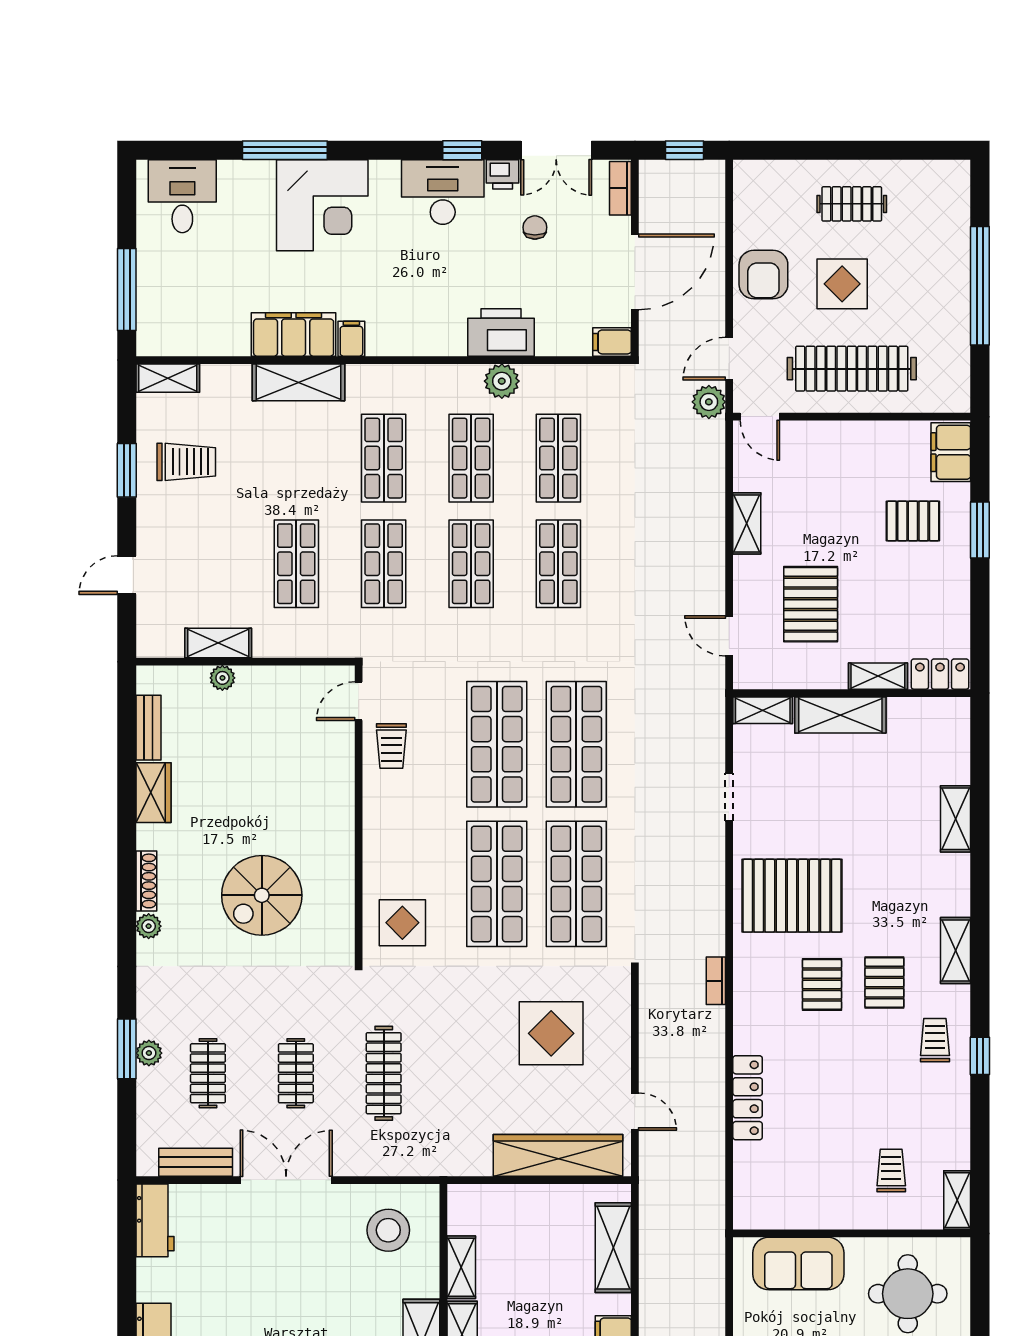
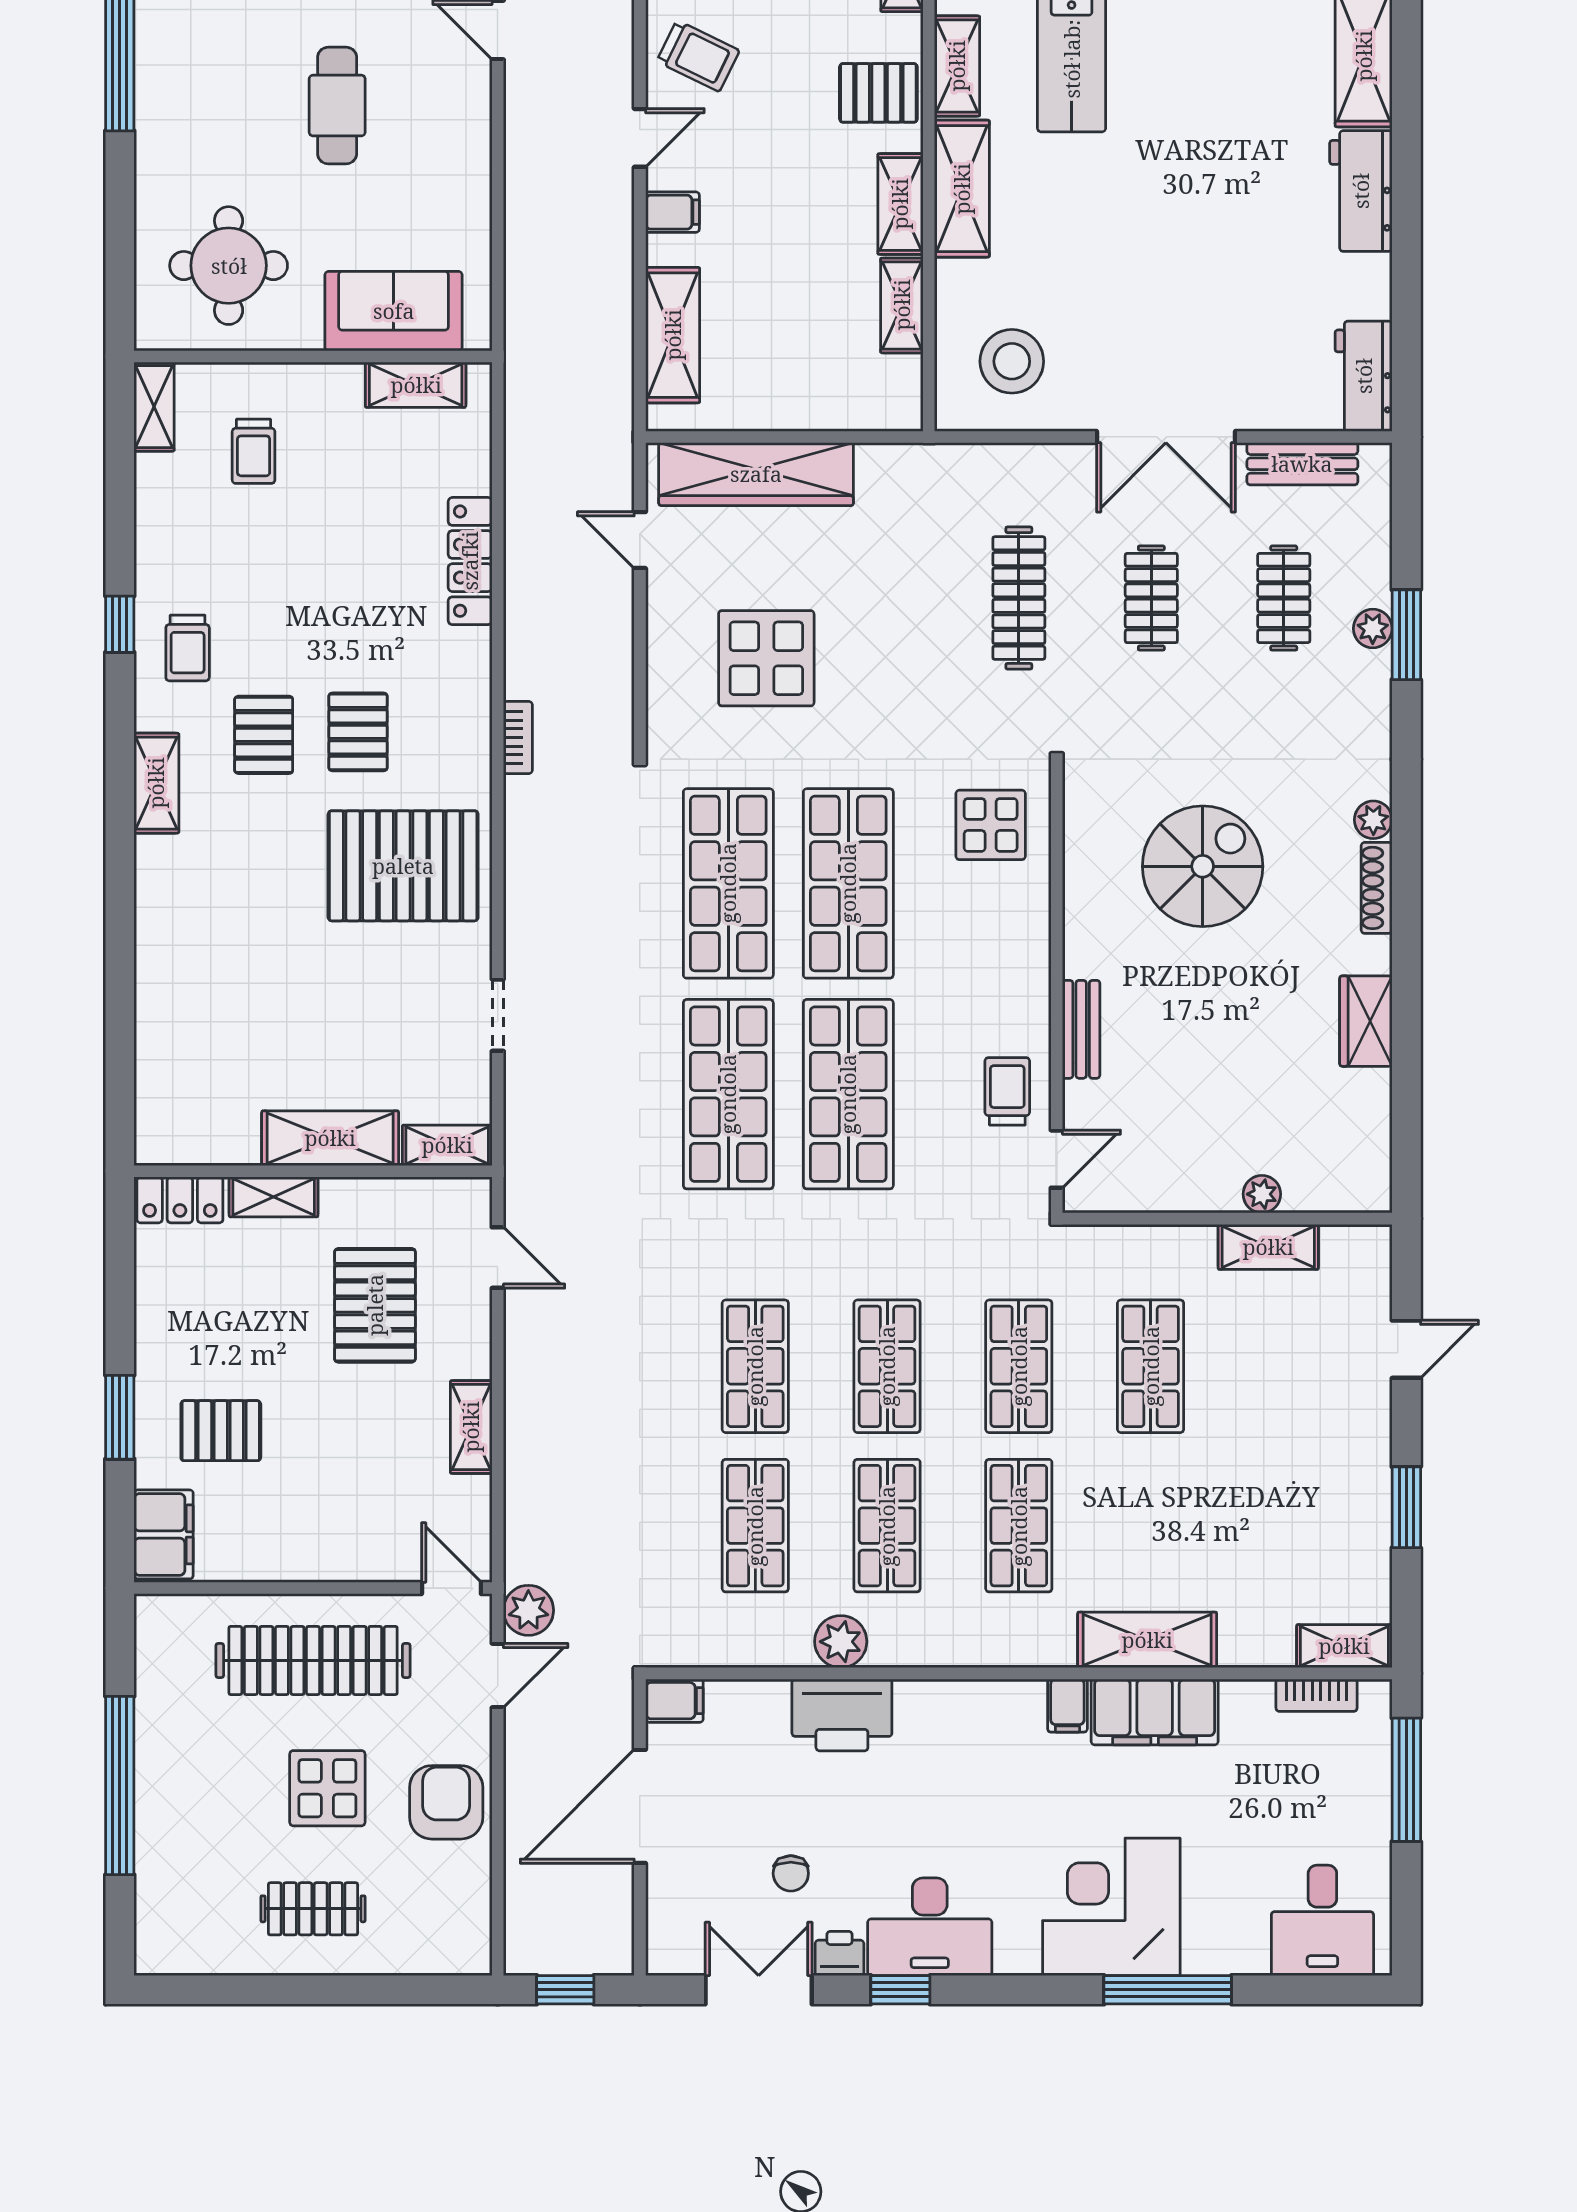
bookcase: (620, 188) -> (1317, 1695), moved, turned 90
trolley: (186, 462) -> (1316, 1520), removed
bench: (149, 728) -> (1081, 1029), moved
shelving: (956, 819) -> (416, 385), moved, turned 90

